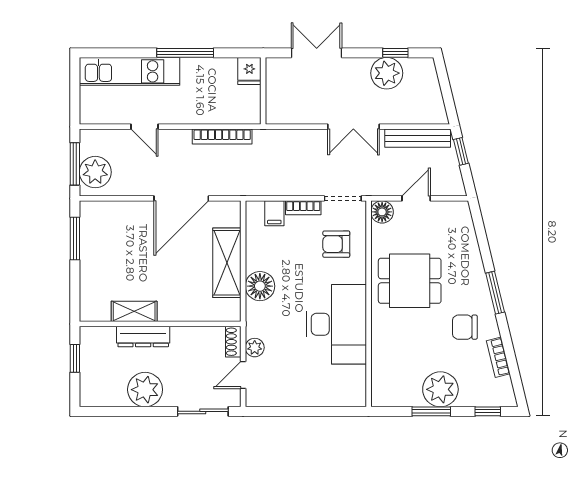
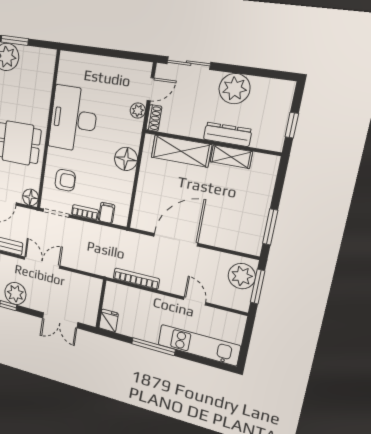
shelving: (227, 263) -> (181, 151), moved, turned 90

